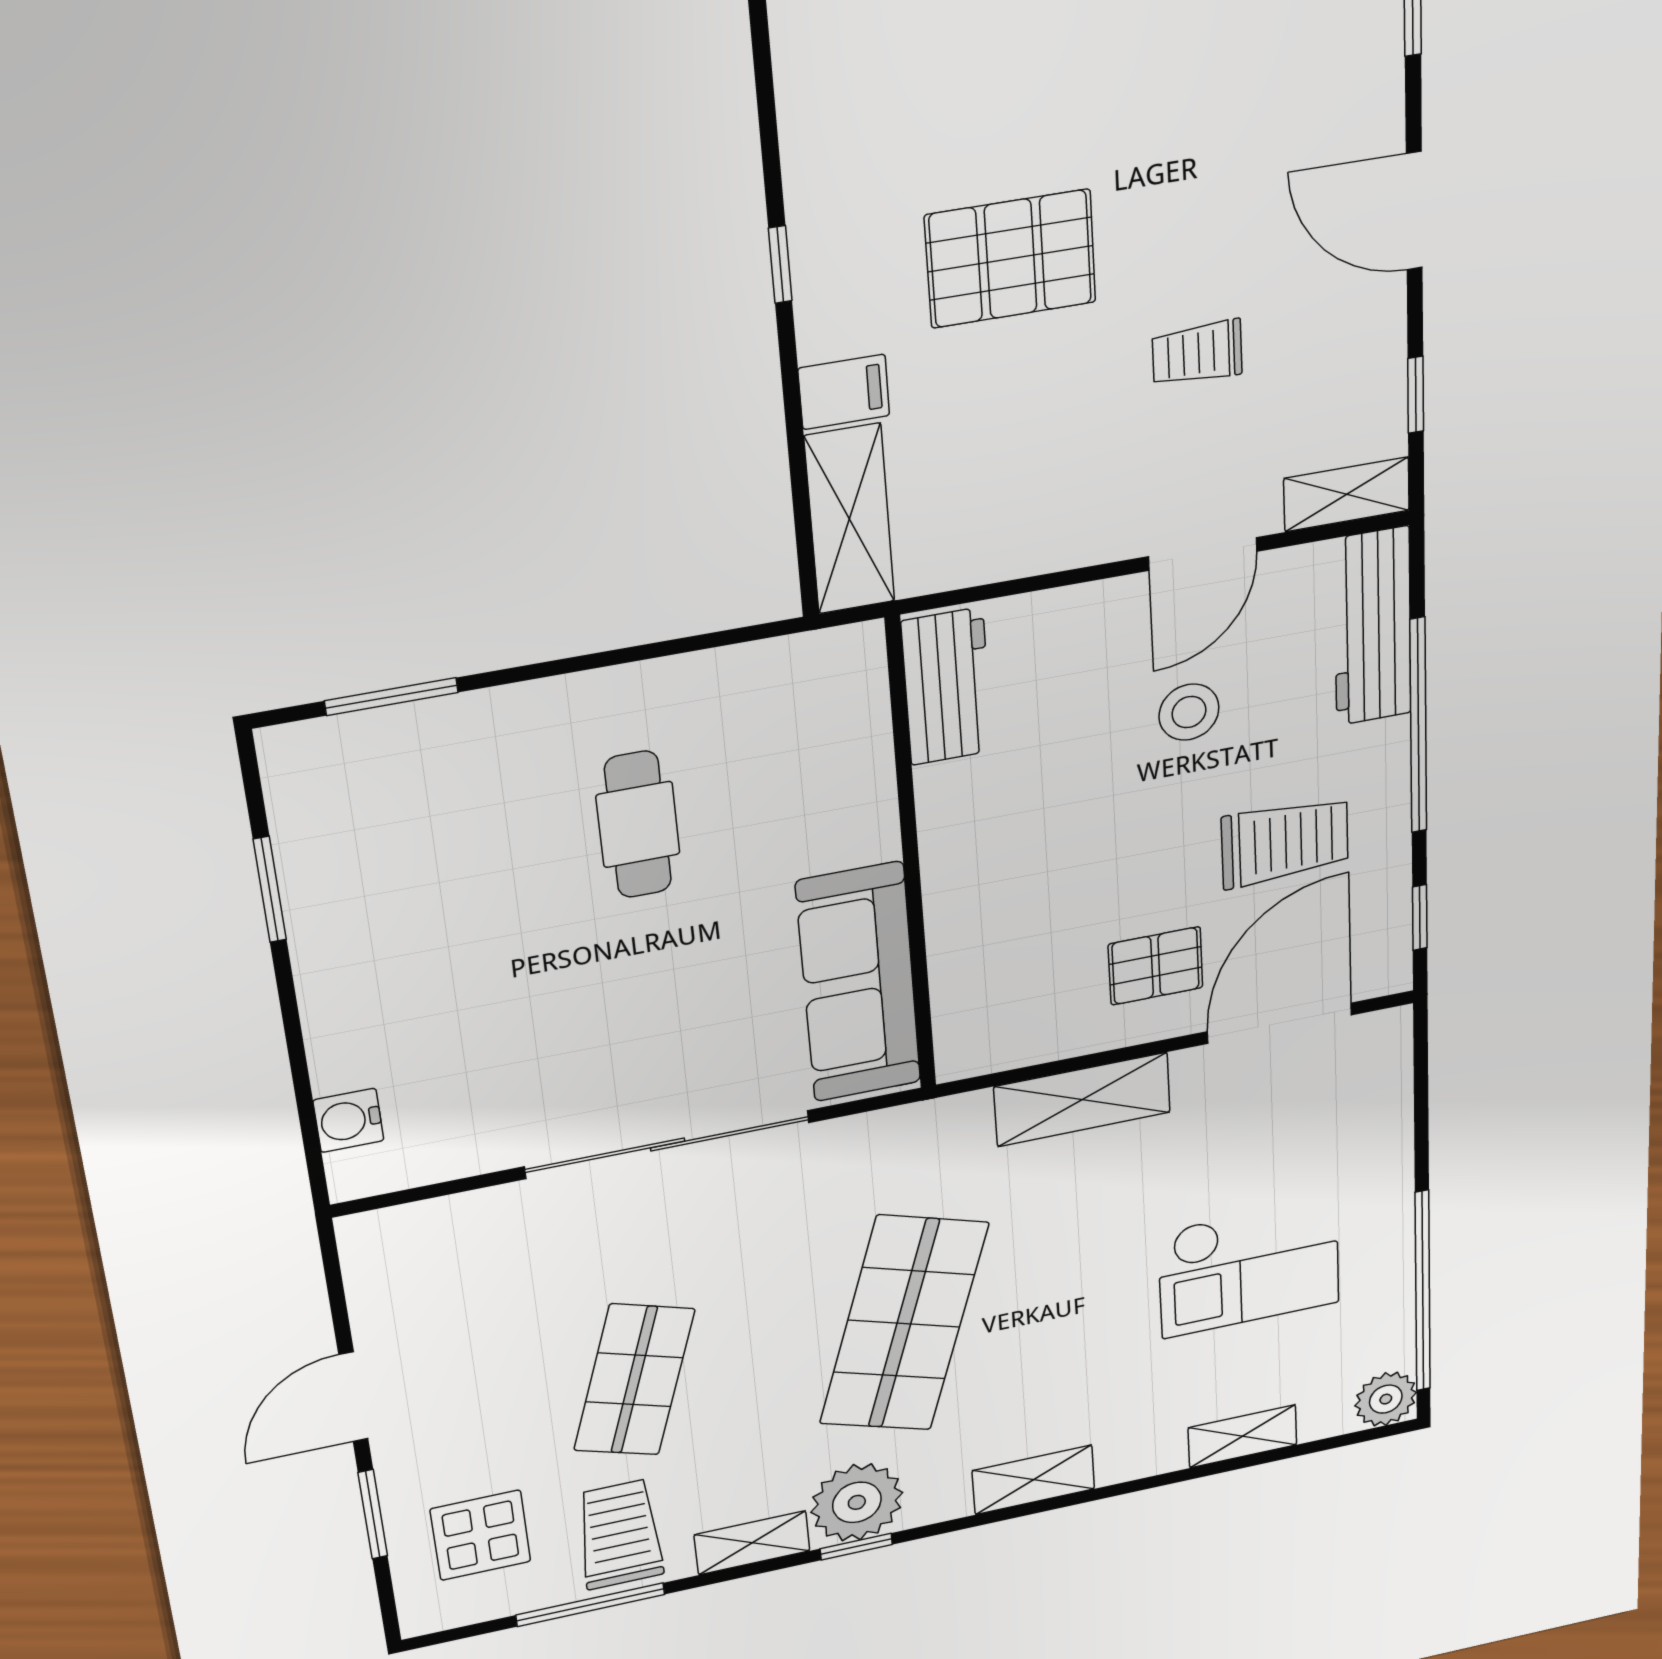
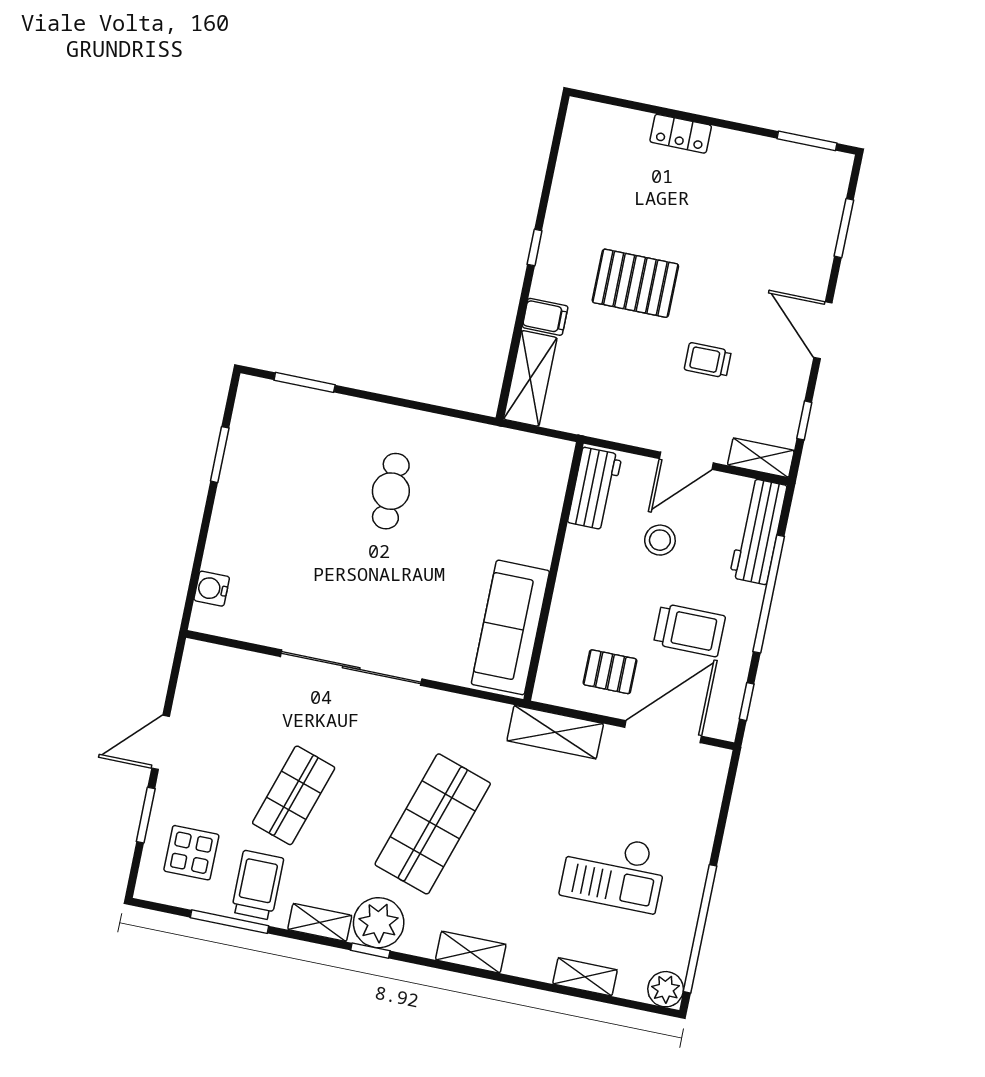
workbench: (947, 687) -> (595, 489), moved
wall: (911, 859) -> (553, 571), moved
sofa: (859, 983) -> (510, 627), moved

